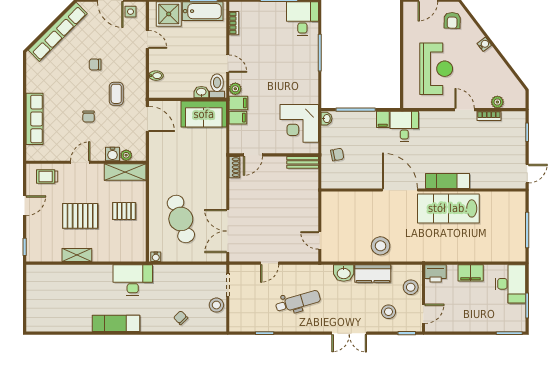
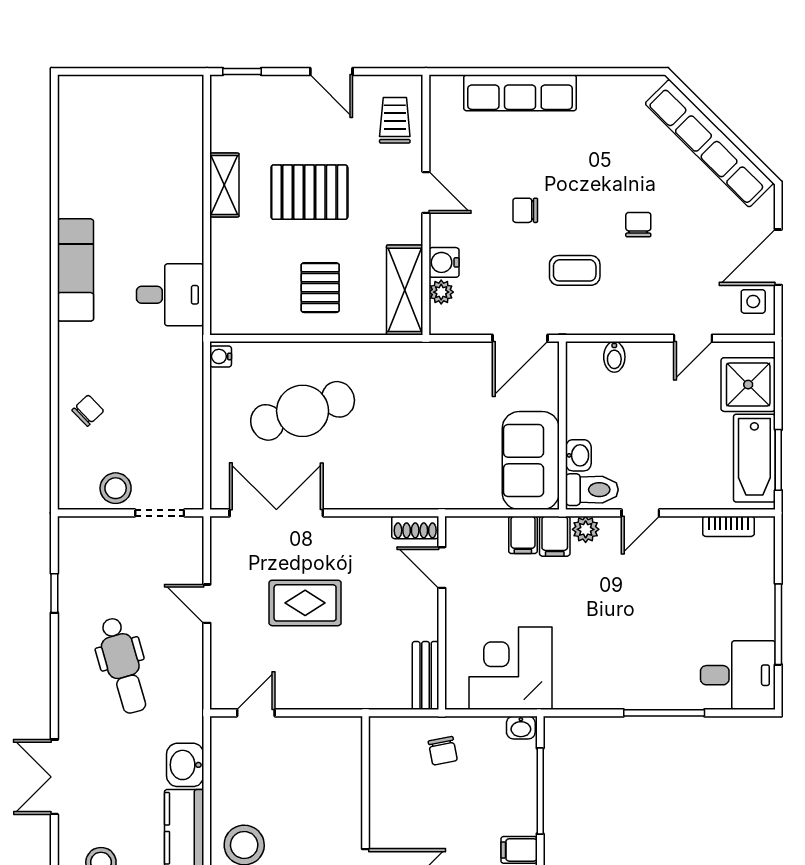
pallet: (80, 216) -> (309, 192), turned 90
rug: (269, 218) -> (305, 603), added
desk: (133, 280) -> (170, 295), width x0.73

